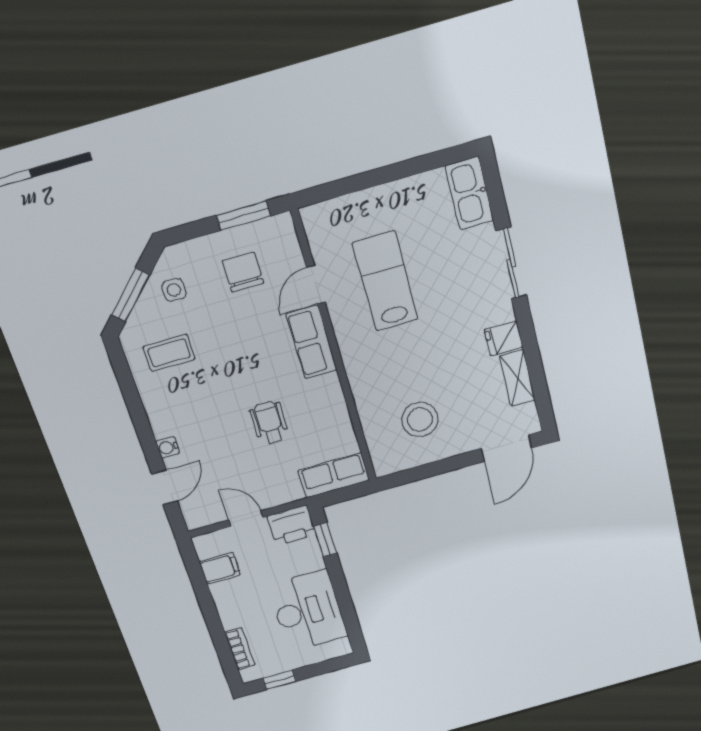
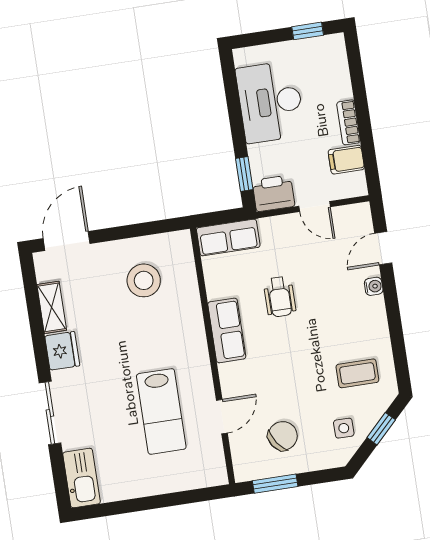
chair: (243, 272) -> (283, 436), turned -125
window: (131, 295) -> (381, 429), width x0.67
fridge: (504, 339) -> (62, 351), width x1.38
row of seats: (312, 342) -> (227, 330), moved
bookcase: (240, 649) -> (349, 122), moved

